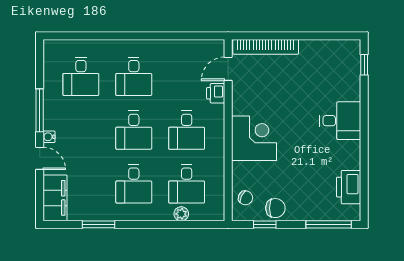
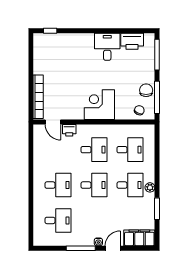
desk: (340, 121) -> (107, 47), moved
plant: (181, 214) -> (150, 187), moved
window: (265, 224) -> (157, 97), width x2.17

